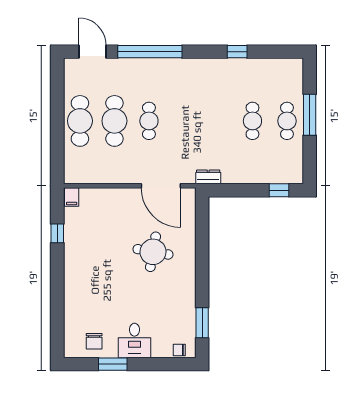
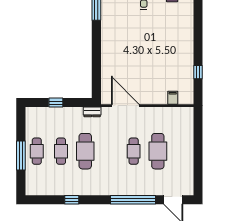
cafe table: (80, 121) -> (85, 151), moved
window: (279, 190) -> (56, 103), moved
filing cabinet: (72, 197) -> (173, 98), moved
round table: (153, 252) -> (131, 59), removed

